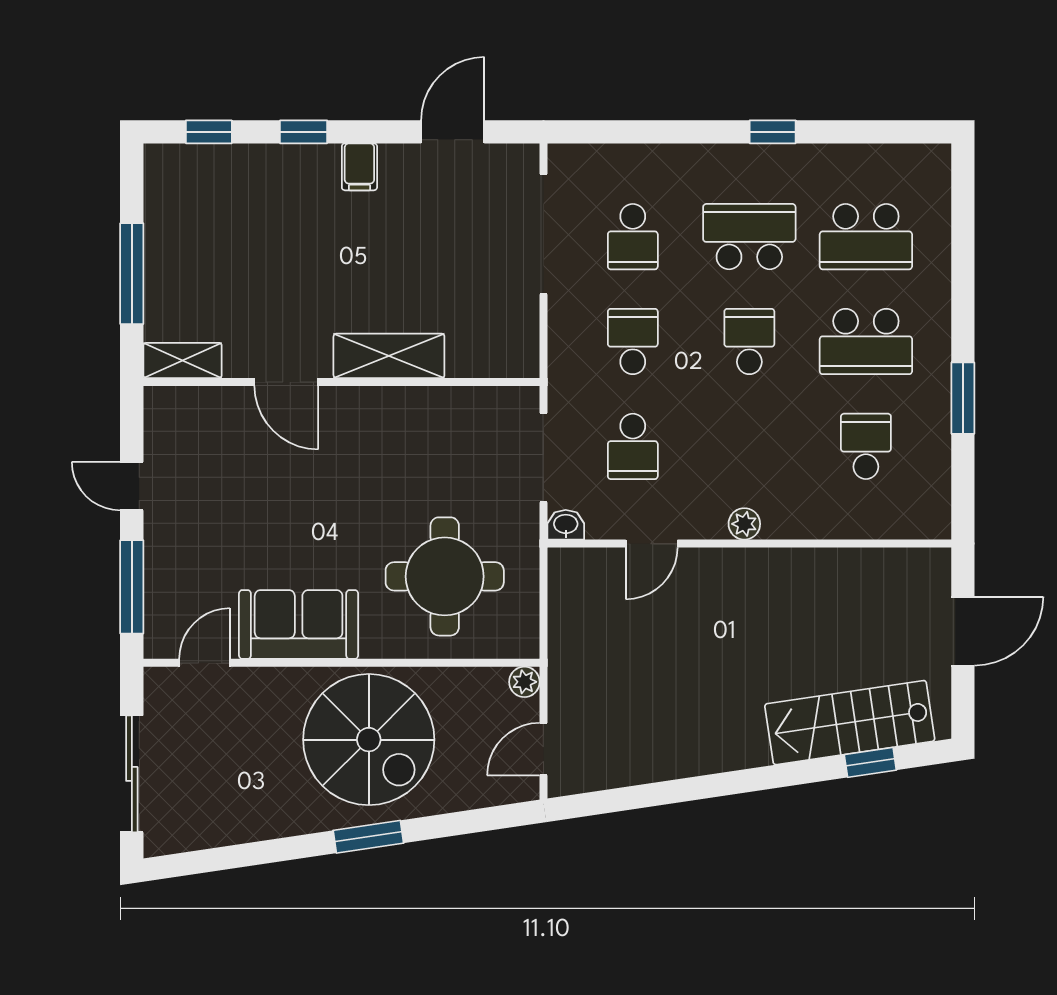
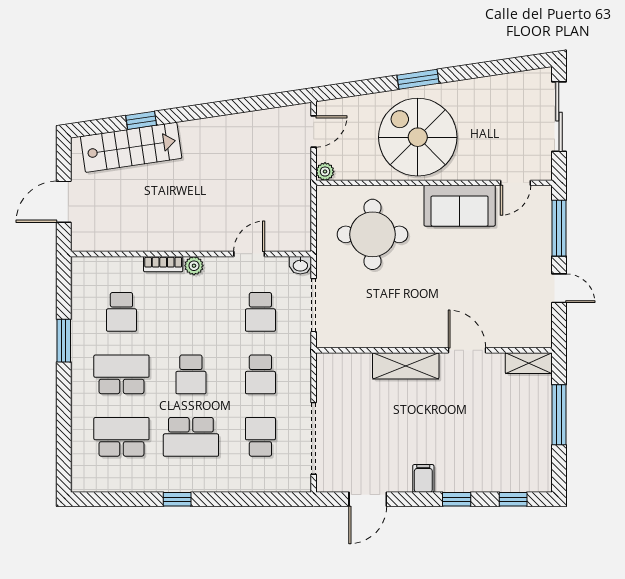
school desk: (633, 446) -> (260, 312), turned 180
bookcase: (796, 527) -> (163, 264), added
window: (870, 762) -> (141, 120), moved

